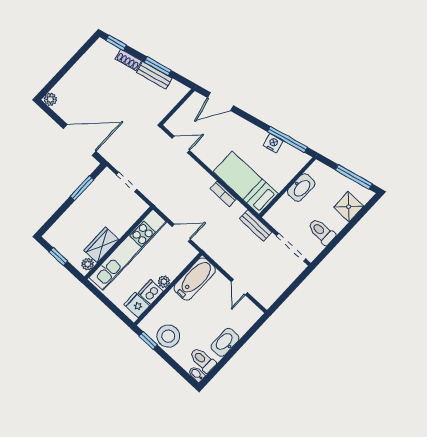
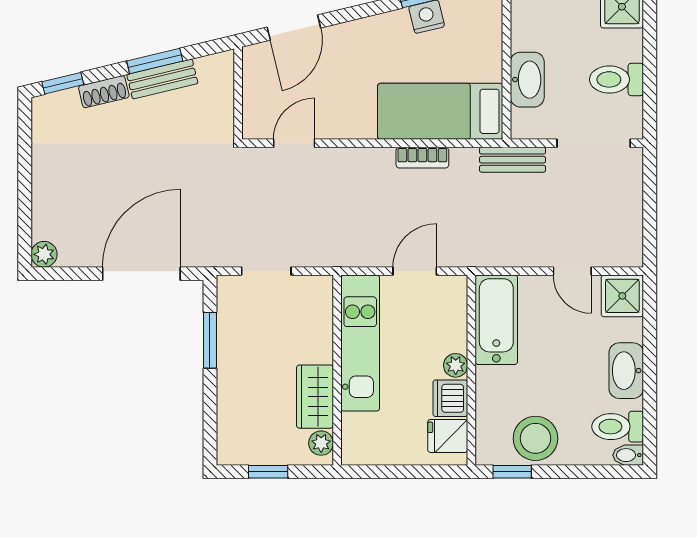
washbasin: (301, 188) -> (527, 80), moved
kitchen unit: (128, 250) -> (360, 343), width x0.73
shower: (249, 313) -> (622, 296), added

